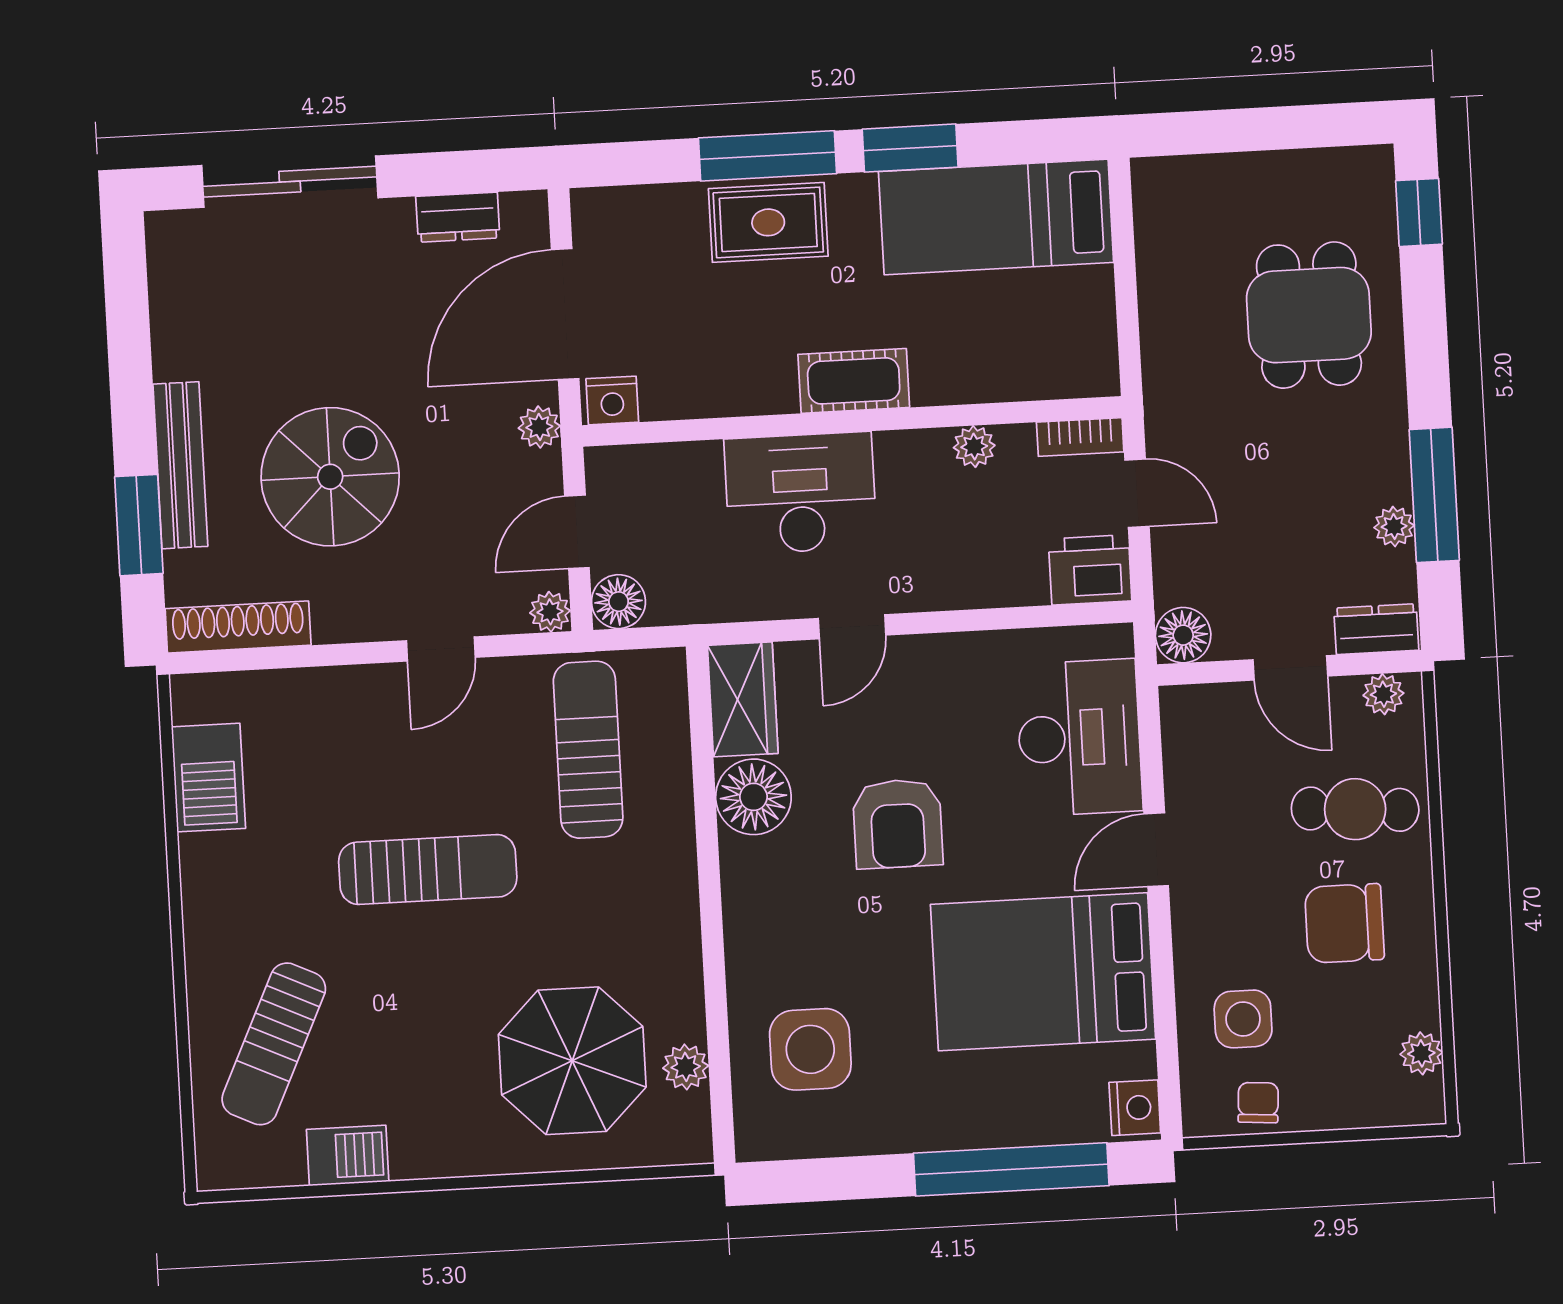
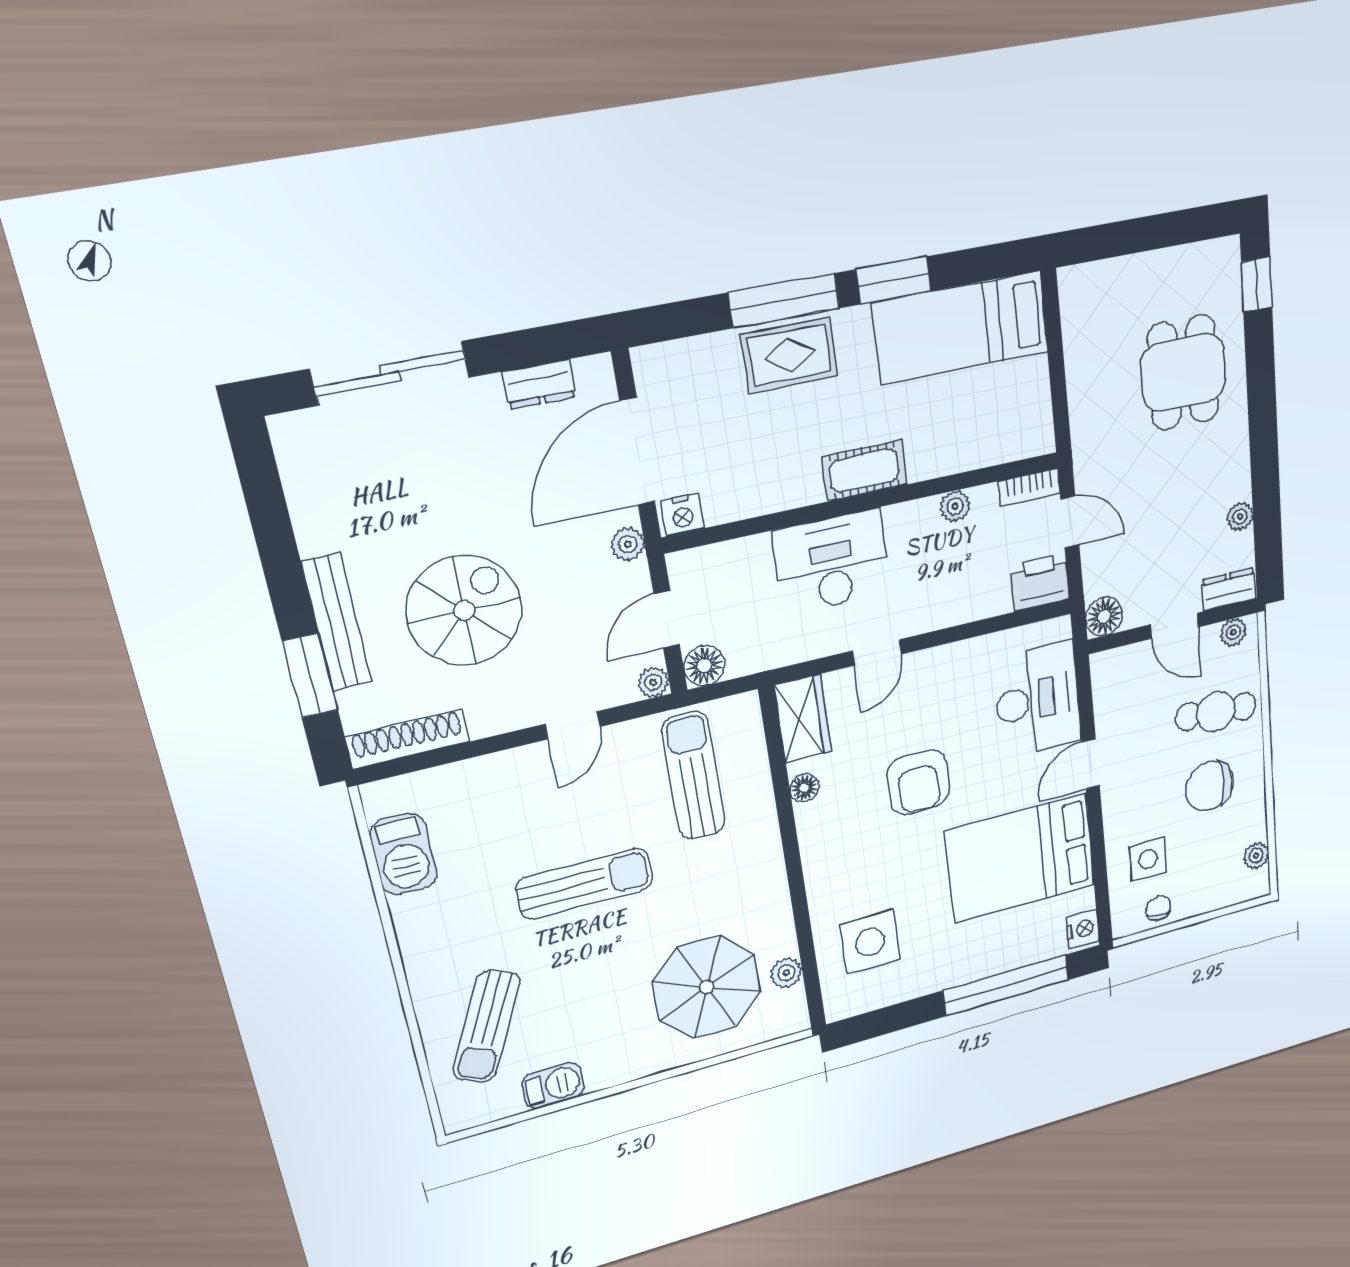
window: (1434, 495) -> (1266, 490), removed
floor lamp: (753, 797) -> (804, 788), width x0.53, depth x0.53

